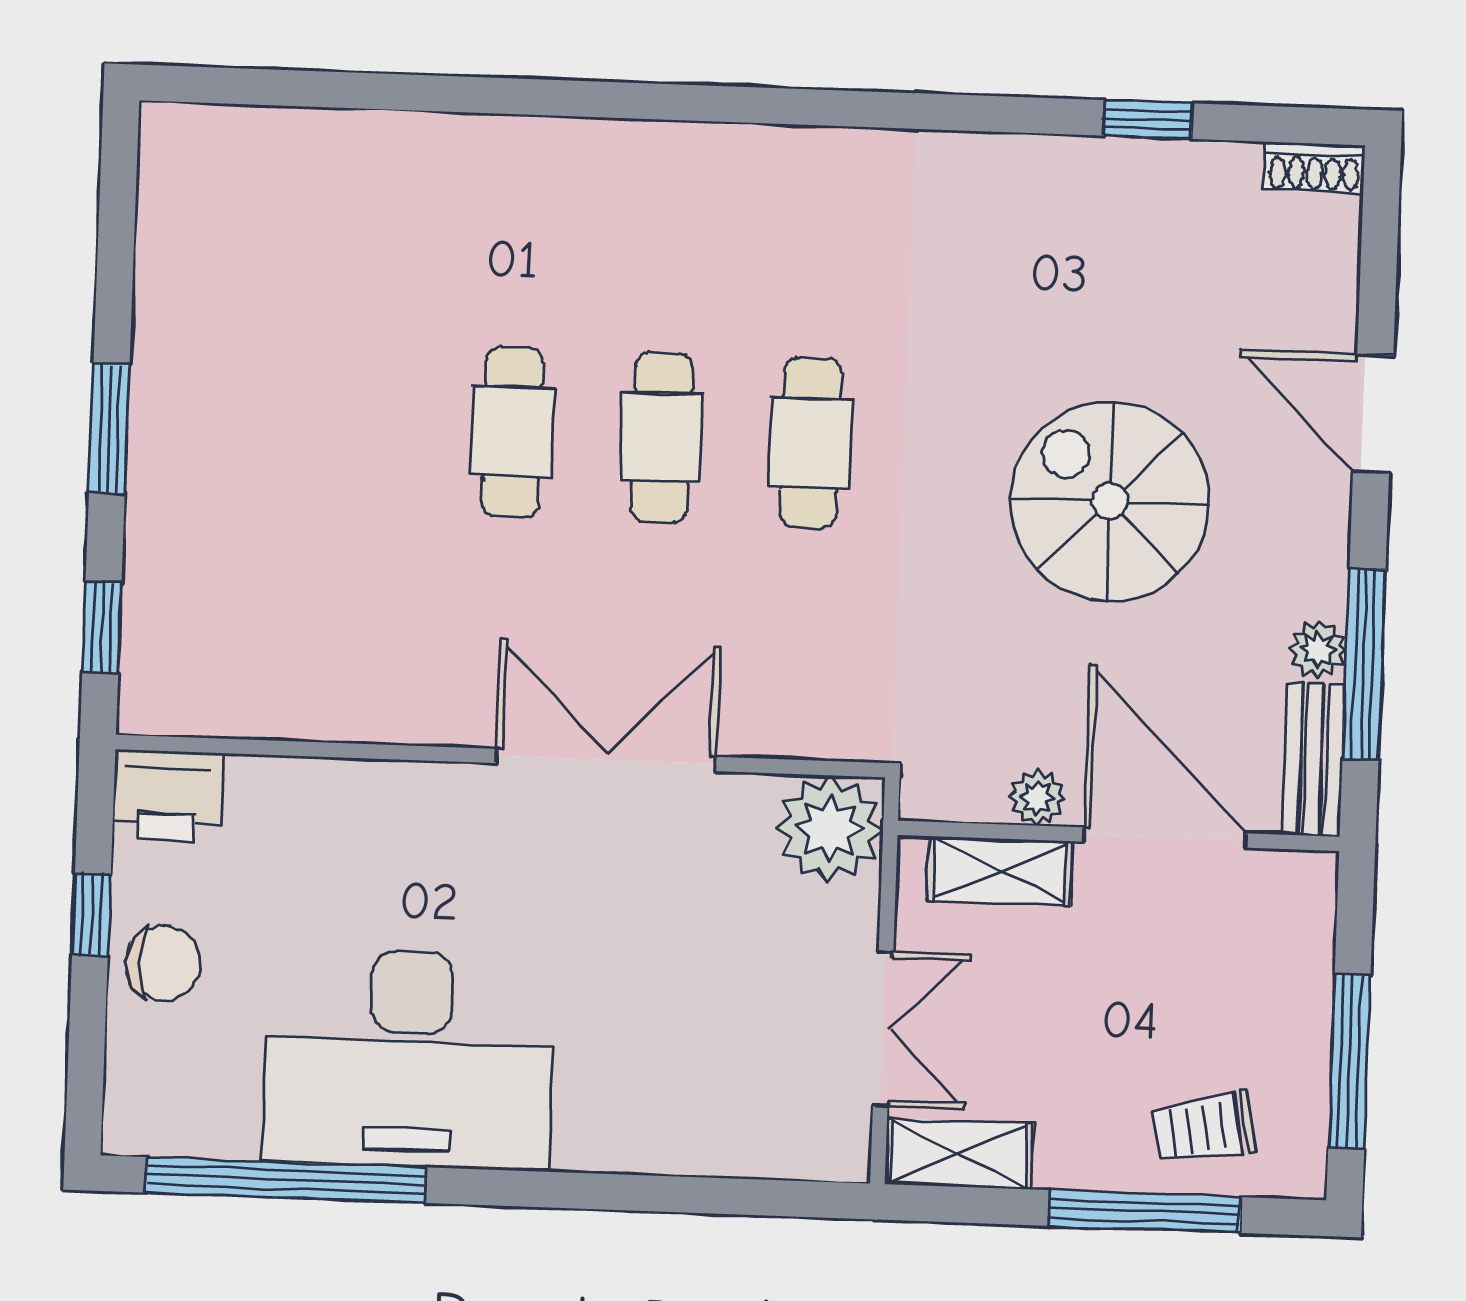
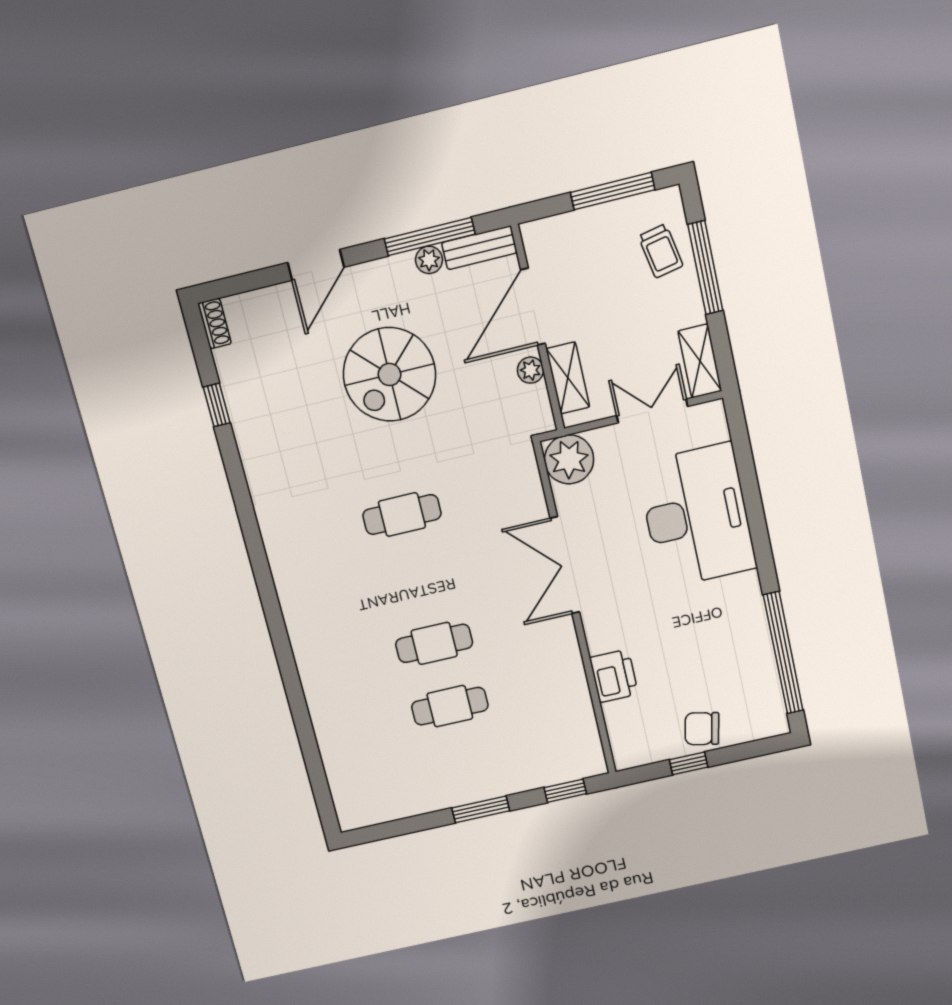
cafe table: (661, 437) -> (450, 706), moved
printer: (168, 796) -> (614, 676), moved
chair: (163, 963) -> (702, 729), turned -78
desk: (409, 1059) -> (697, 516), moved

